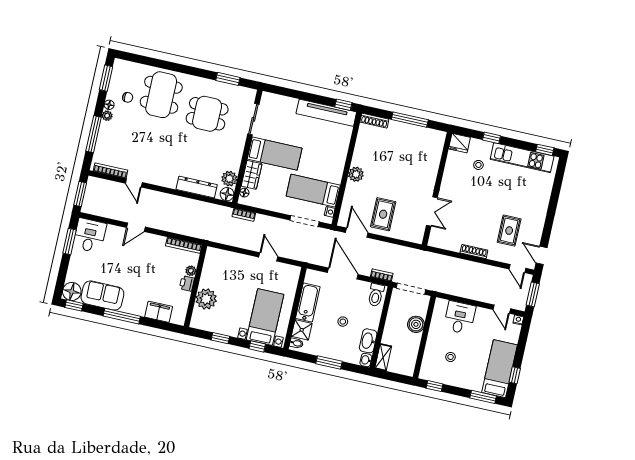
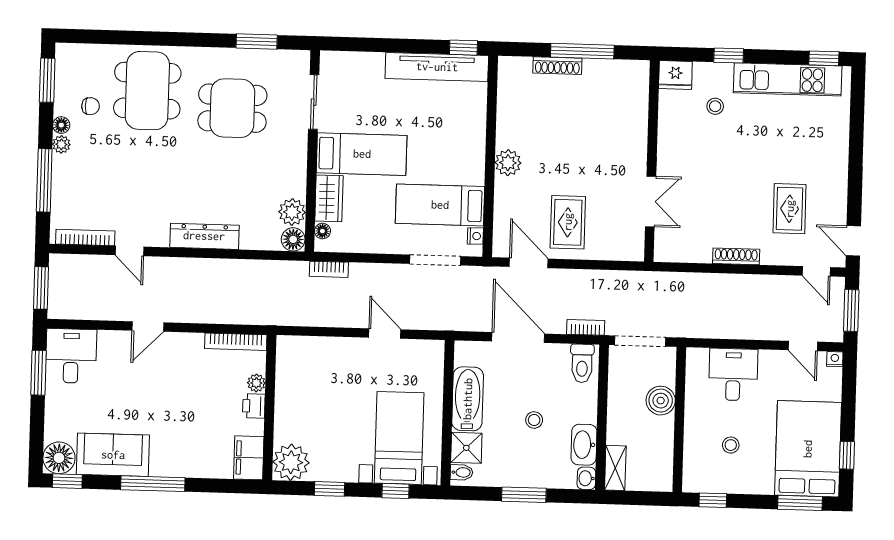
shoe rack: (374, 121) -> (557, 66), moved
dresser: (197, 187) -> (204, 236), moved
plant: (206, 299) -> (291, 462), moved
filing cabinet: (159, 312) -> (249, 458), moved, turned -90
bed: (500, 369) -> (808, 449), width x1.50

